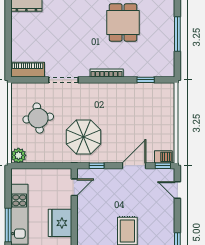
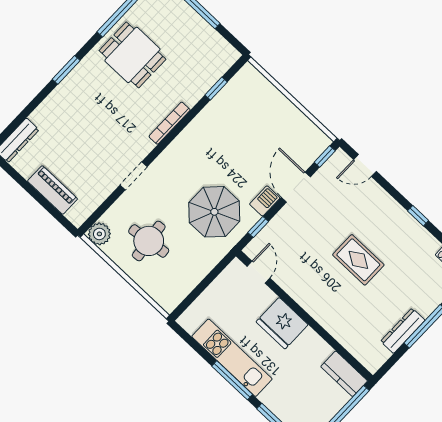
piano: (28, 70) -> (52, 190), moved, turned 90
doorway: (63, 80) -> (134, 176), width x0.73
plant: (18, 155) -> (99, 234), moved
barbecue: (163, 157) -> (265, 201), moved

